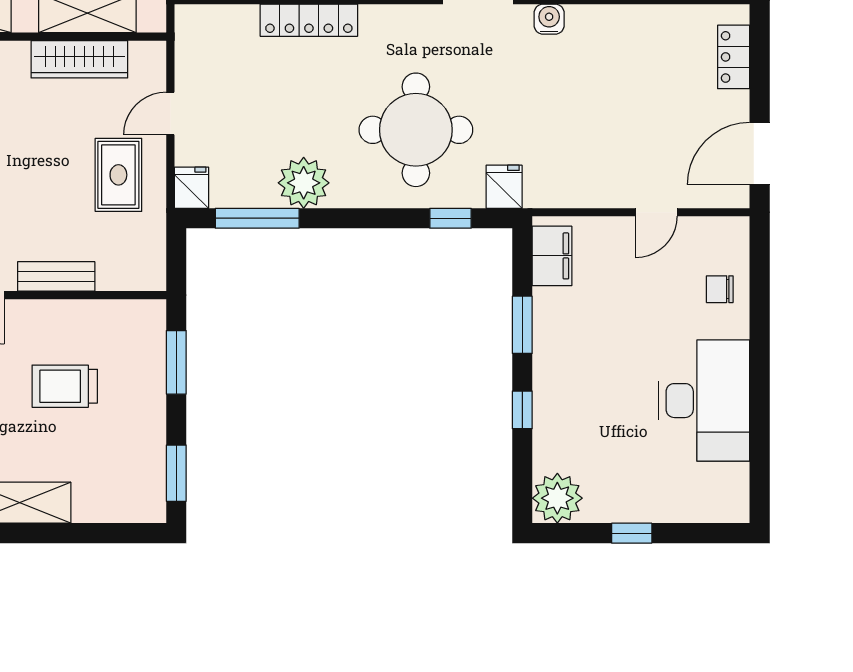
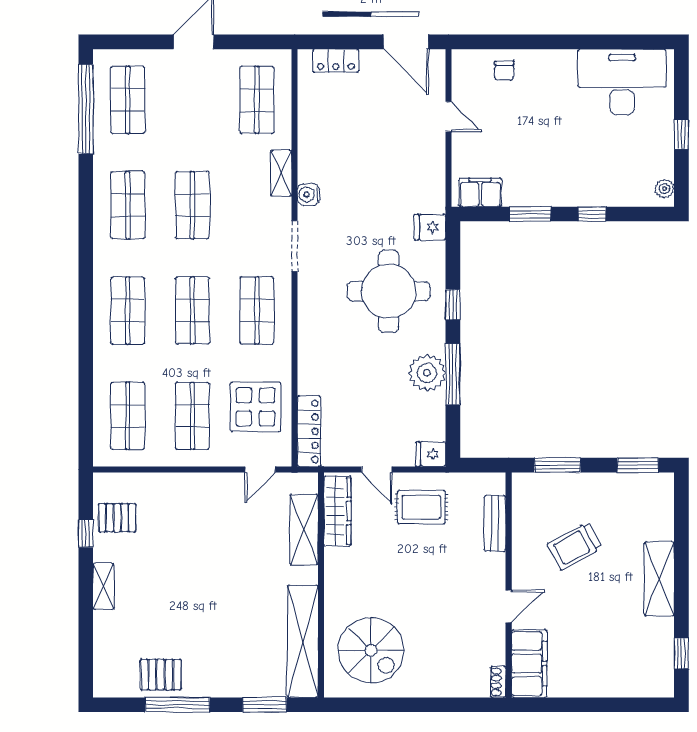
locker: (309, 20) -> (309, 431), moved
wardrobe: (79, 59) -> (337, 511), moved
window: (257, 218) -> (453, 374), moved
window: (451, 218) -> (453, 305), moved
bench: (56, 276) -> (495, 524), moved
trolley: (65, 386) -> (575, 546), turned 61
desk: (704, 401) -> (622, 82), moved
plant: (557, 498) -> (664, 189), width x0.53, depth x0.53

